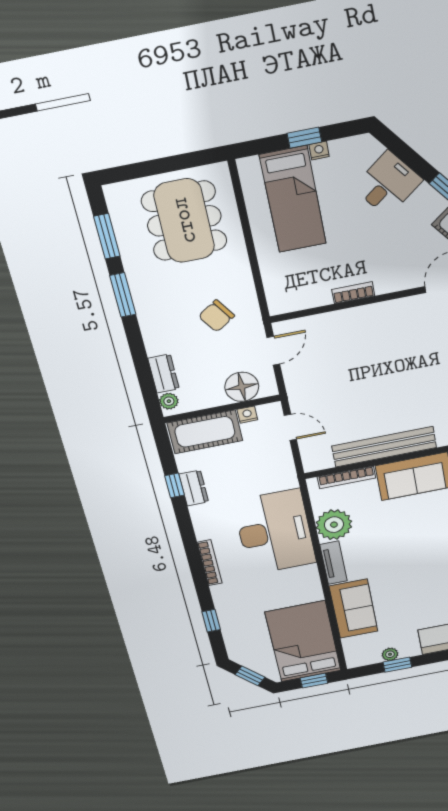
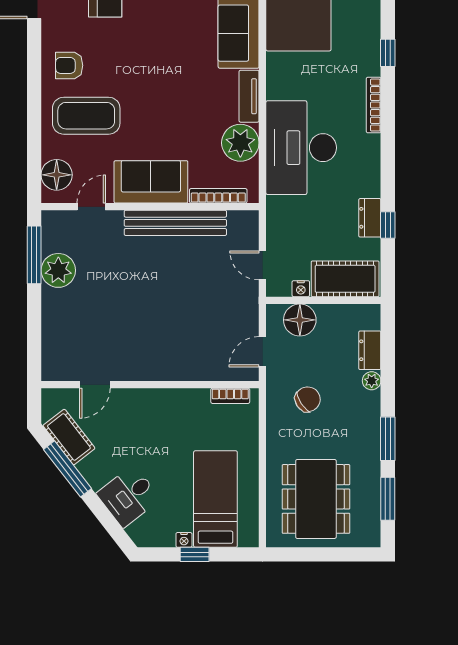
bookcase: (353, 293) -> (230, 396), moved
plant: (169, 401) -> (372, 381), moved
bookcase: (210, 563) -> (374, 105), moved

